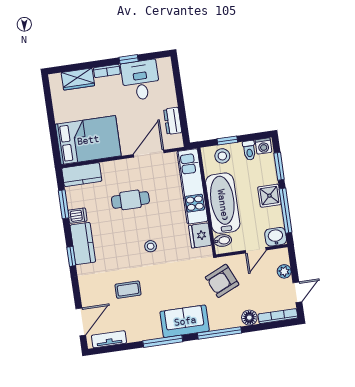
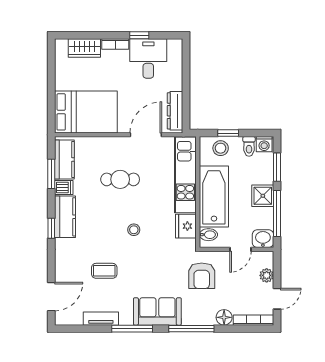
dresser: (173, 121) -> (175, 111), width x1.44
kitchen counter: (82, 175) -> (64, 159), moved, turned -90
armchair: (222, 281) -> (202, 276), turned -66
tv unit: (109, 339) -> (101, 319), moved

